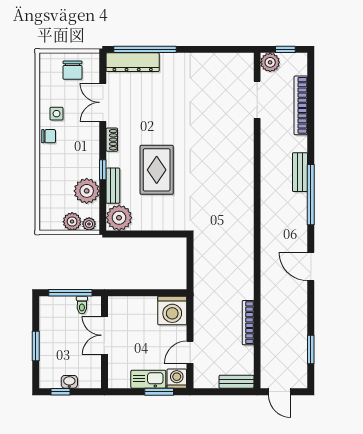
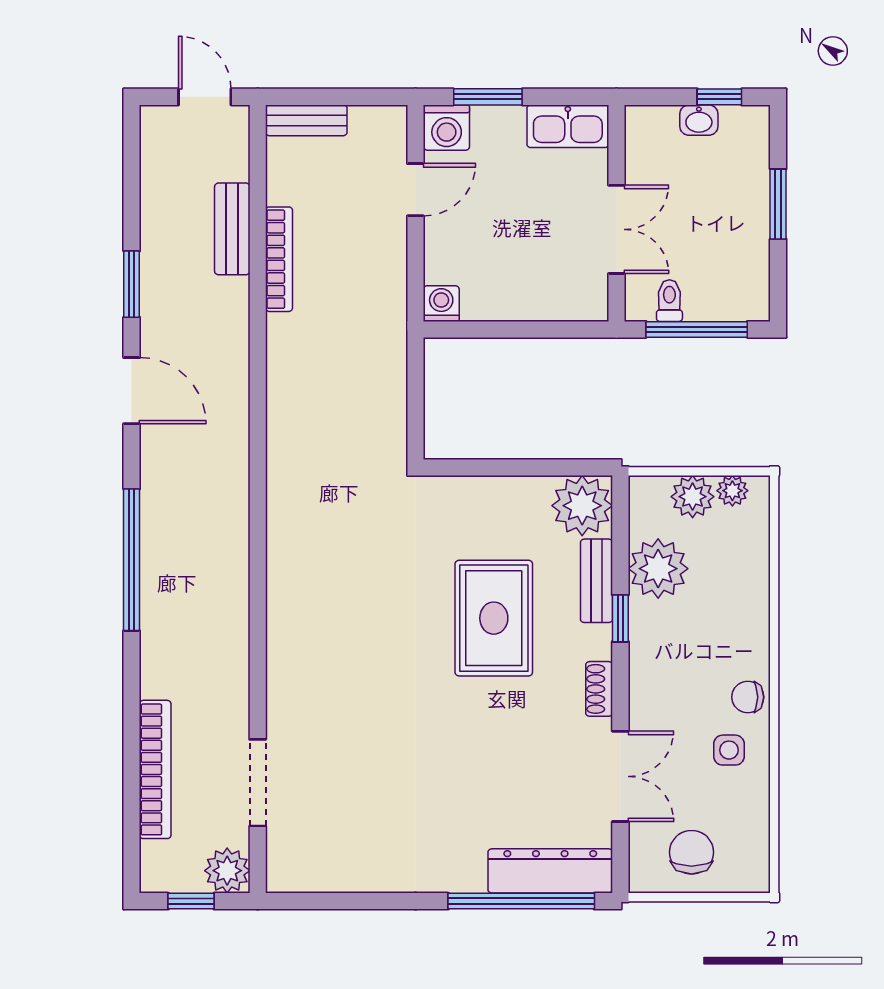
bench: (300, 172) -> (232, 229), moved
plant: (89, 224) -> (732, 491), moved
washing machine: (172, 310) -> (441, 304), width x0.53, depth x0.53
window: (311, 350) -> (132, 284), moved
kitchen sink: (148, 379) -> (568, 126), moved

